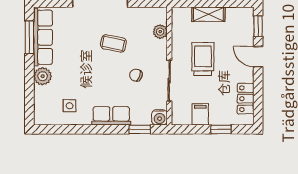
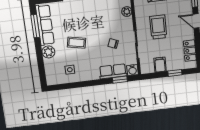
coffee table: (113, 43) -> (77, 43), moved
row of seats: (111, 116) -> (113, 71), moved

